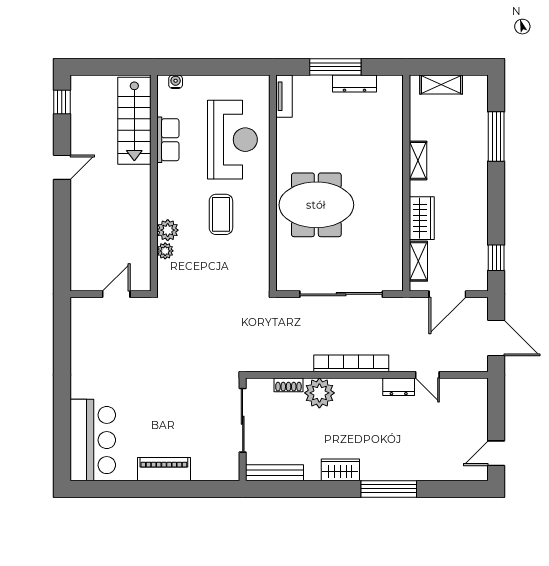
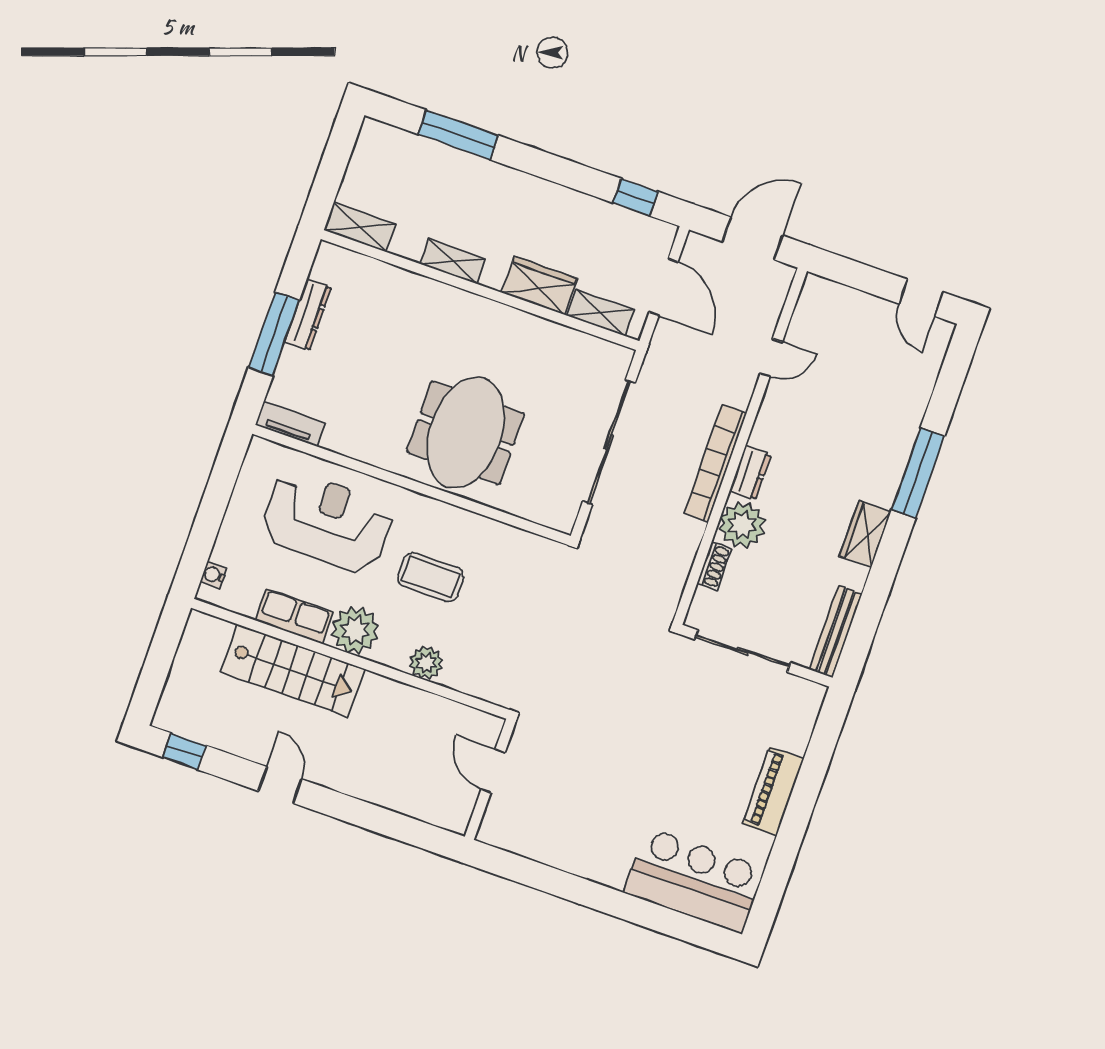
shelving: (441, 85) -> (360, 227), moved, turned 90
stairs: (134, 121) -> (293, 671), moved
plant: (165, 251) -> (355, 630), moved, width x1.88, depth x1.88
dresser: (399, 387) -> (750, 473), moved

